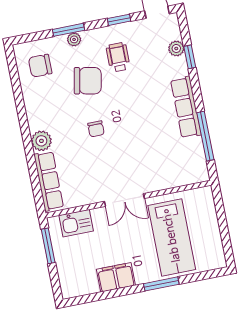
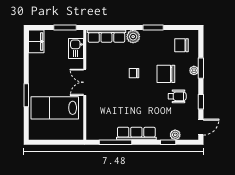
chair: (40, 66) -> (181, 45), turned -90
chair: (88, 81) -> (166, 74), turned 79
window: (22, 113) -> (153, 28), added
filing cabinet: (116, 277) -> (36, 41), moved

